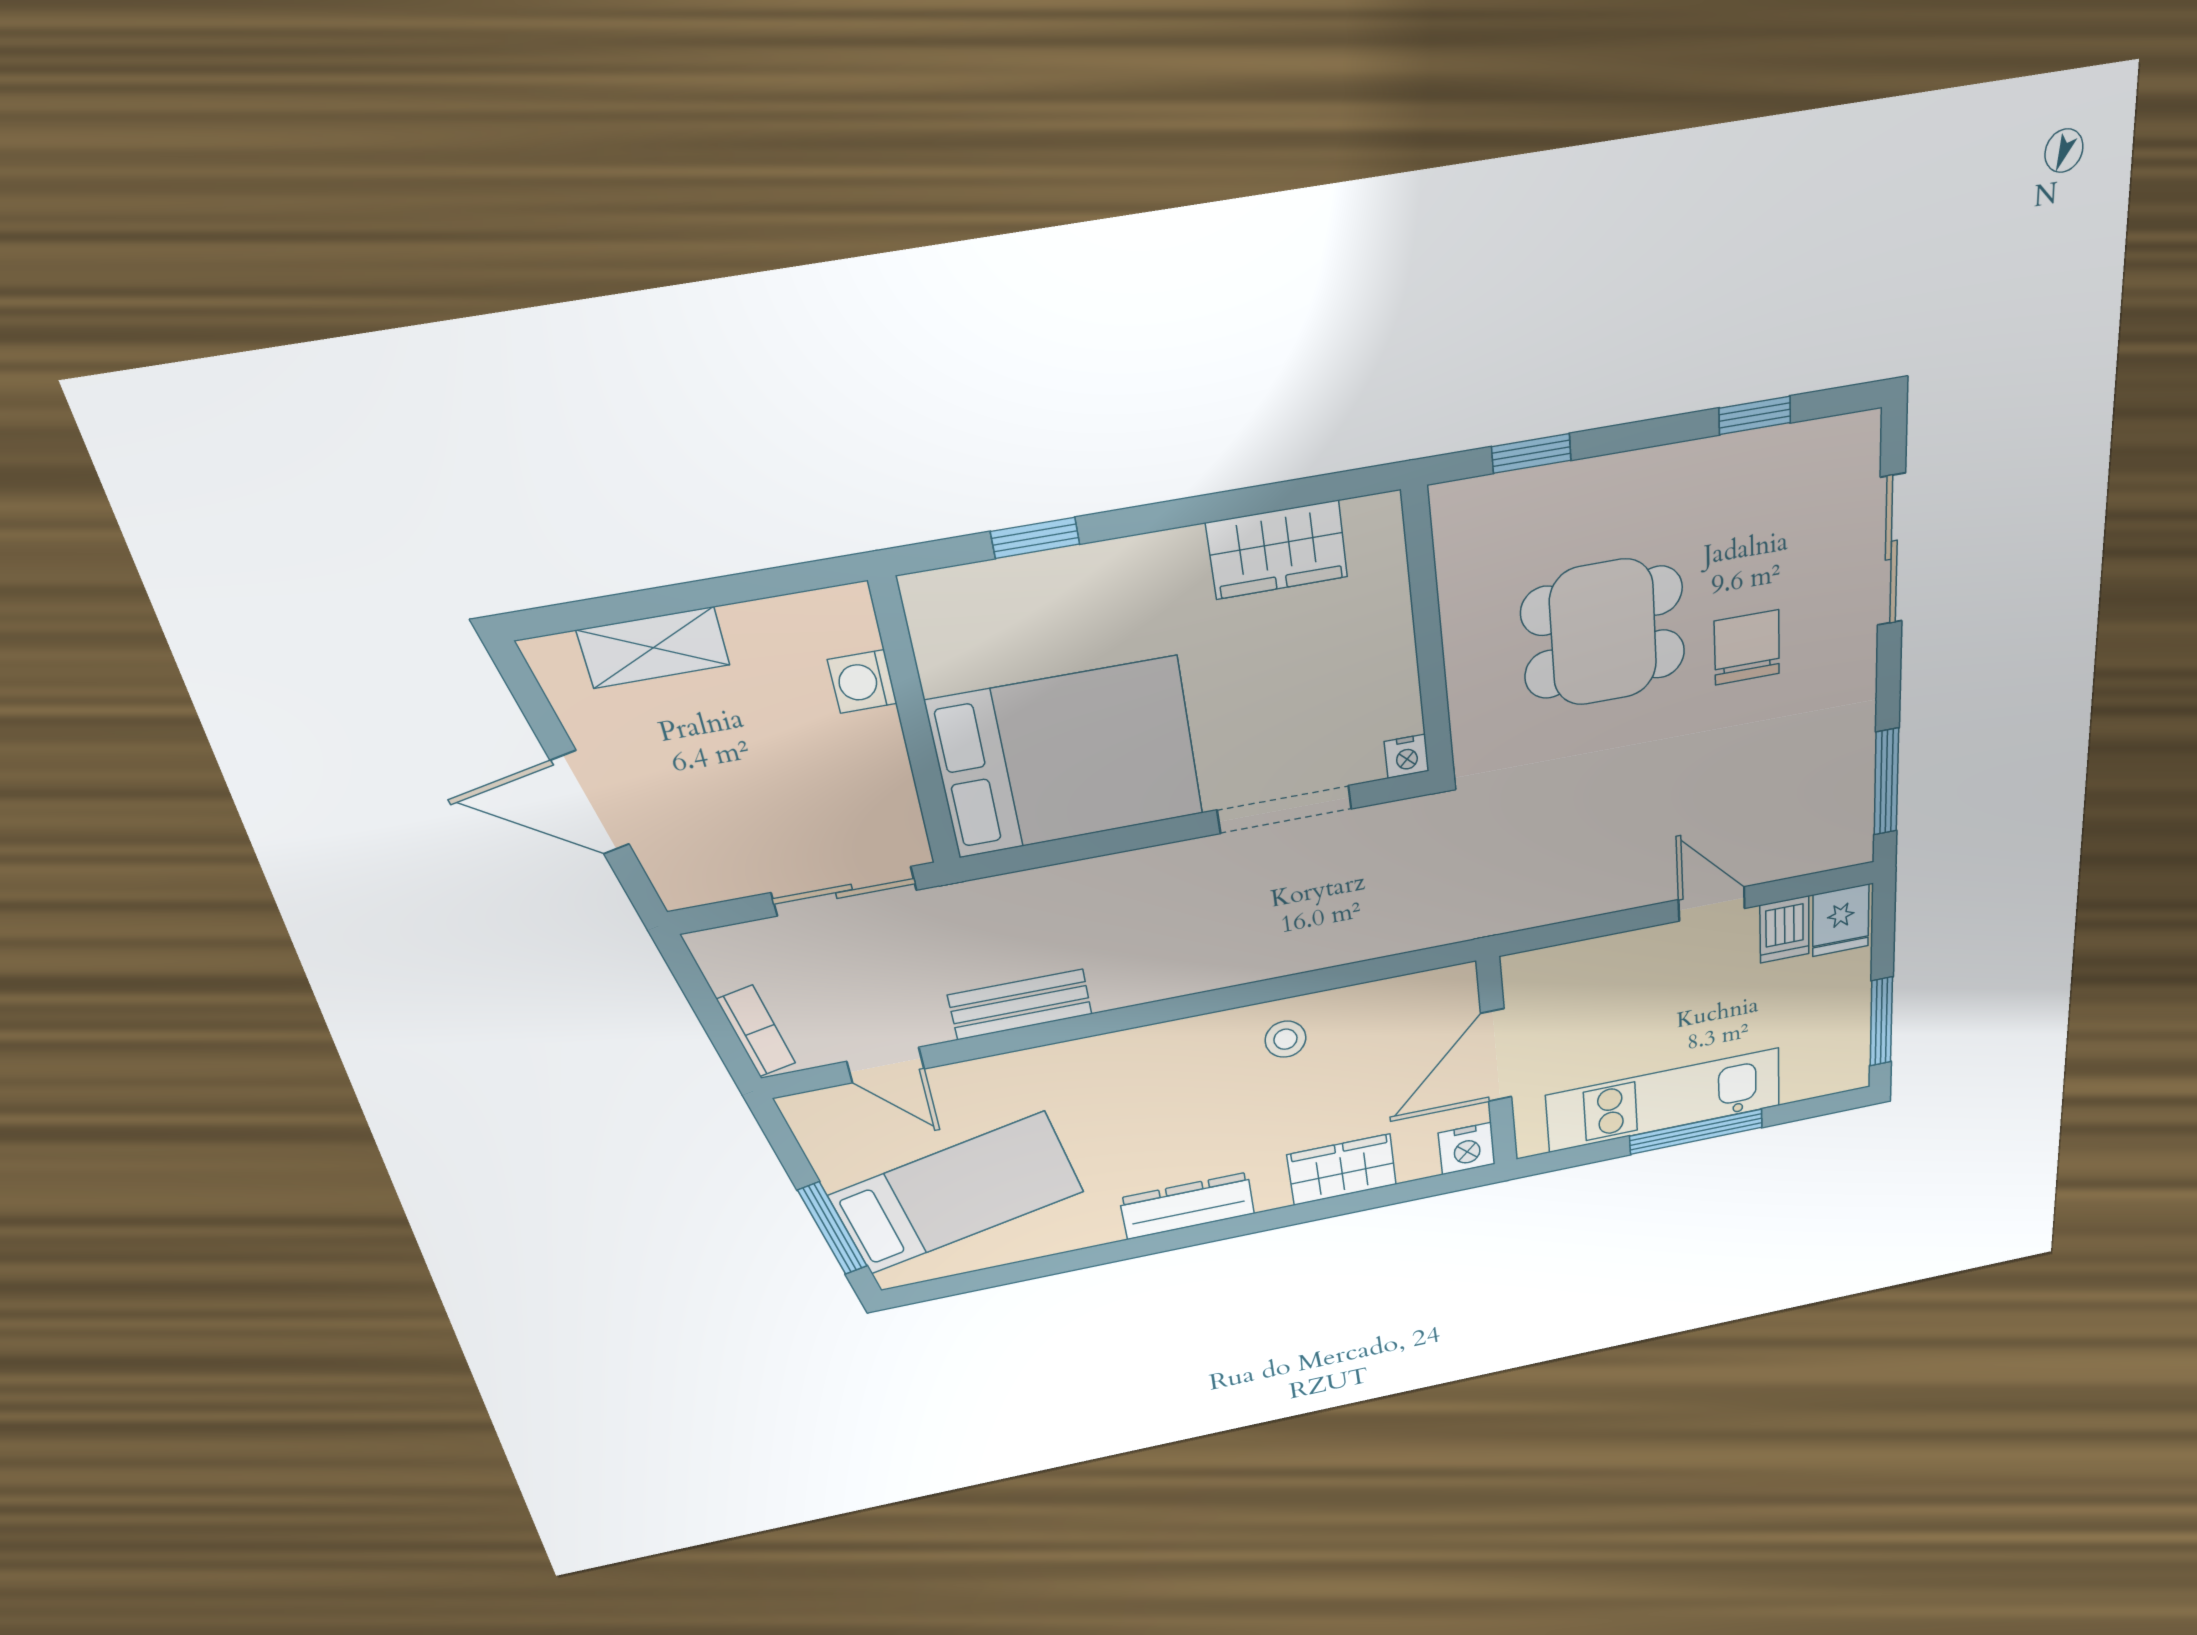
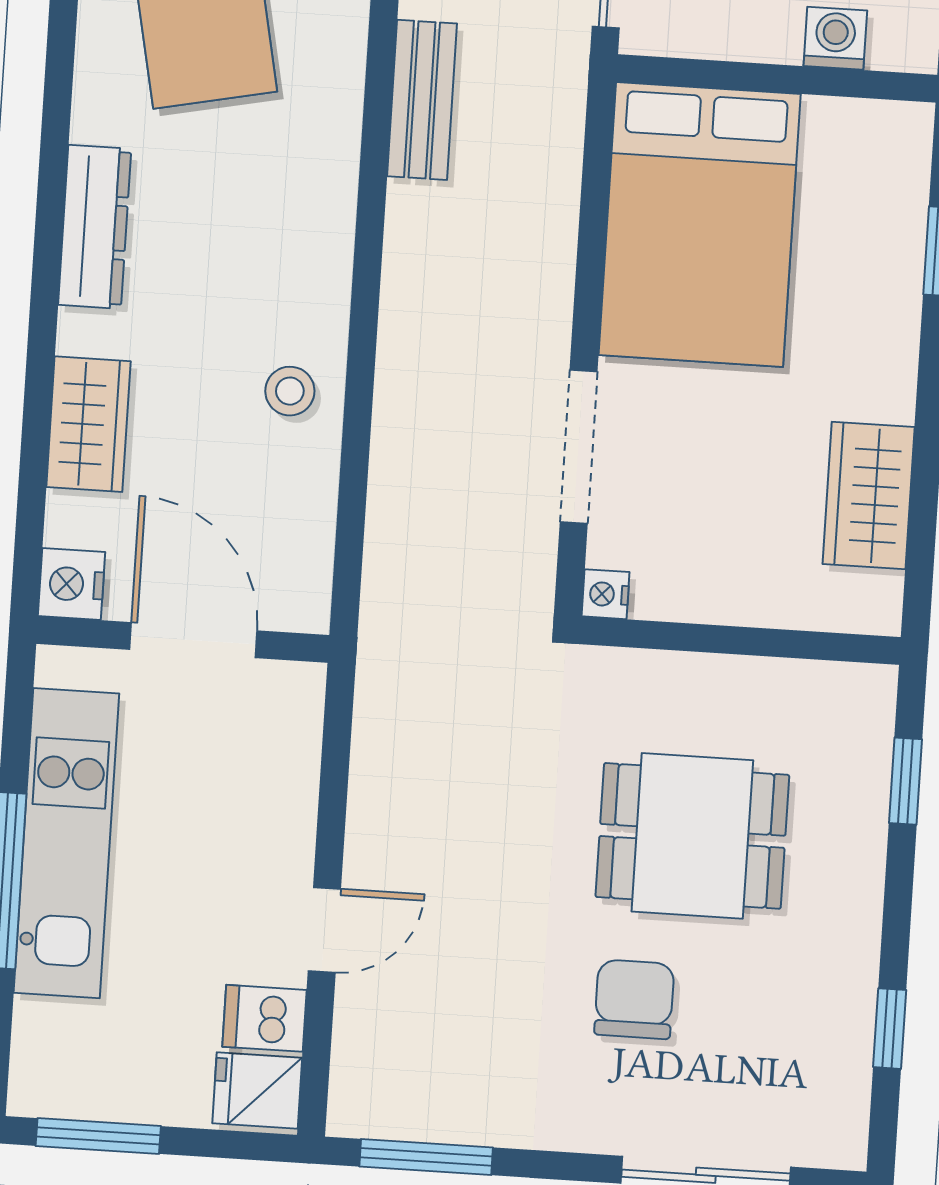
dining table: (1603, 633) -> (692, 836), turned 90
chair: (1747, 647) -> (634, 999), turned -90

